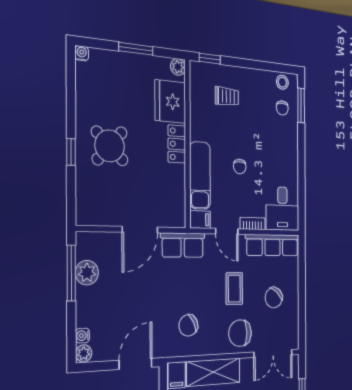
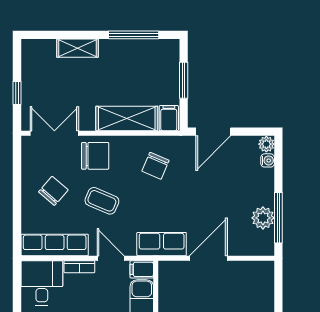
coffee table: (234, 289) -> (102, 201), turned -67
chair: (188, 325) -> (155, 166), turned 140

